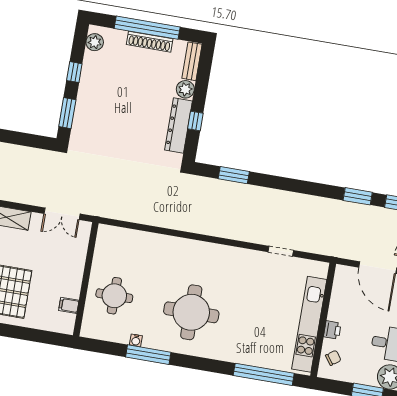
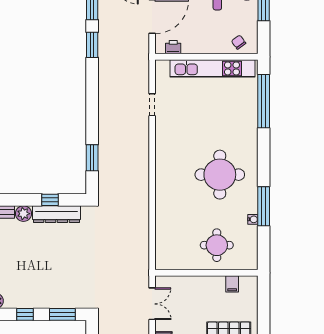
printer: (332, 330) -> (173, 47), moved

